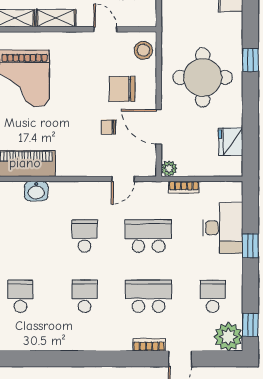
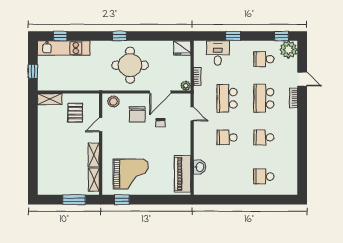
fridge: (231, 142) -> (182, 48), moved
desk: (223, 228) -> (218, 53), width x0.73

